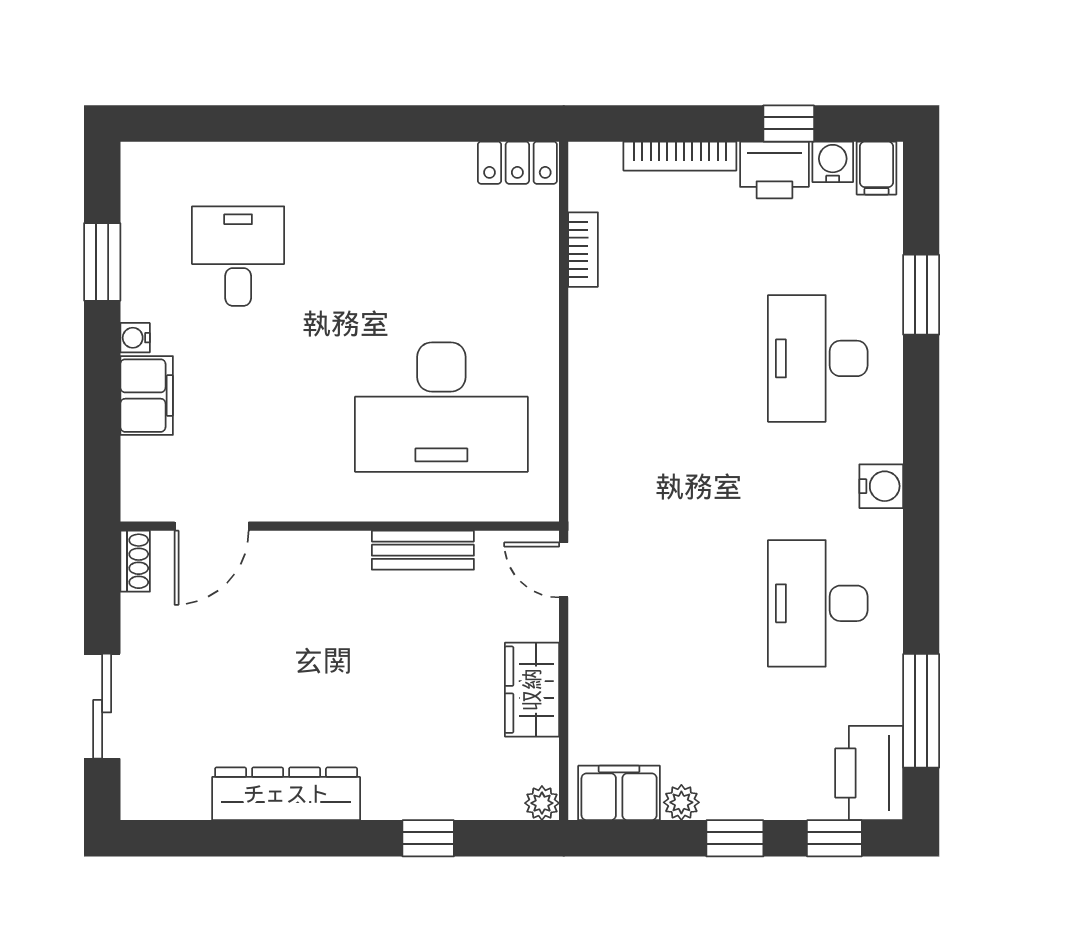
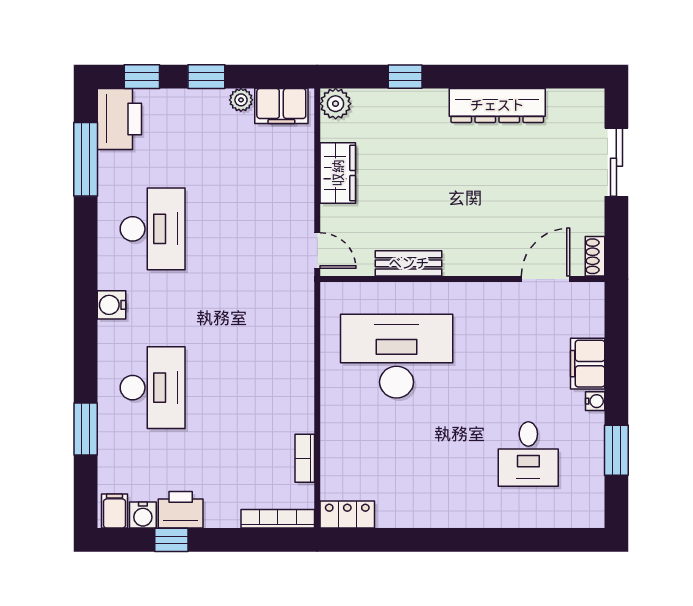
bookcase: (680, 156) -> (278, 519), moved
plant: (542, 803) -> (336, 104), width x1.38, depth x1.38

